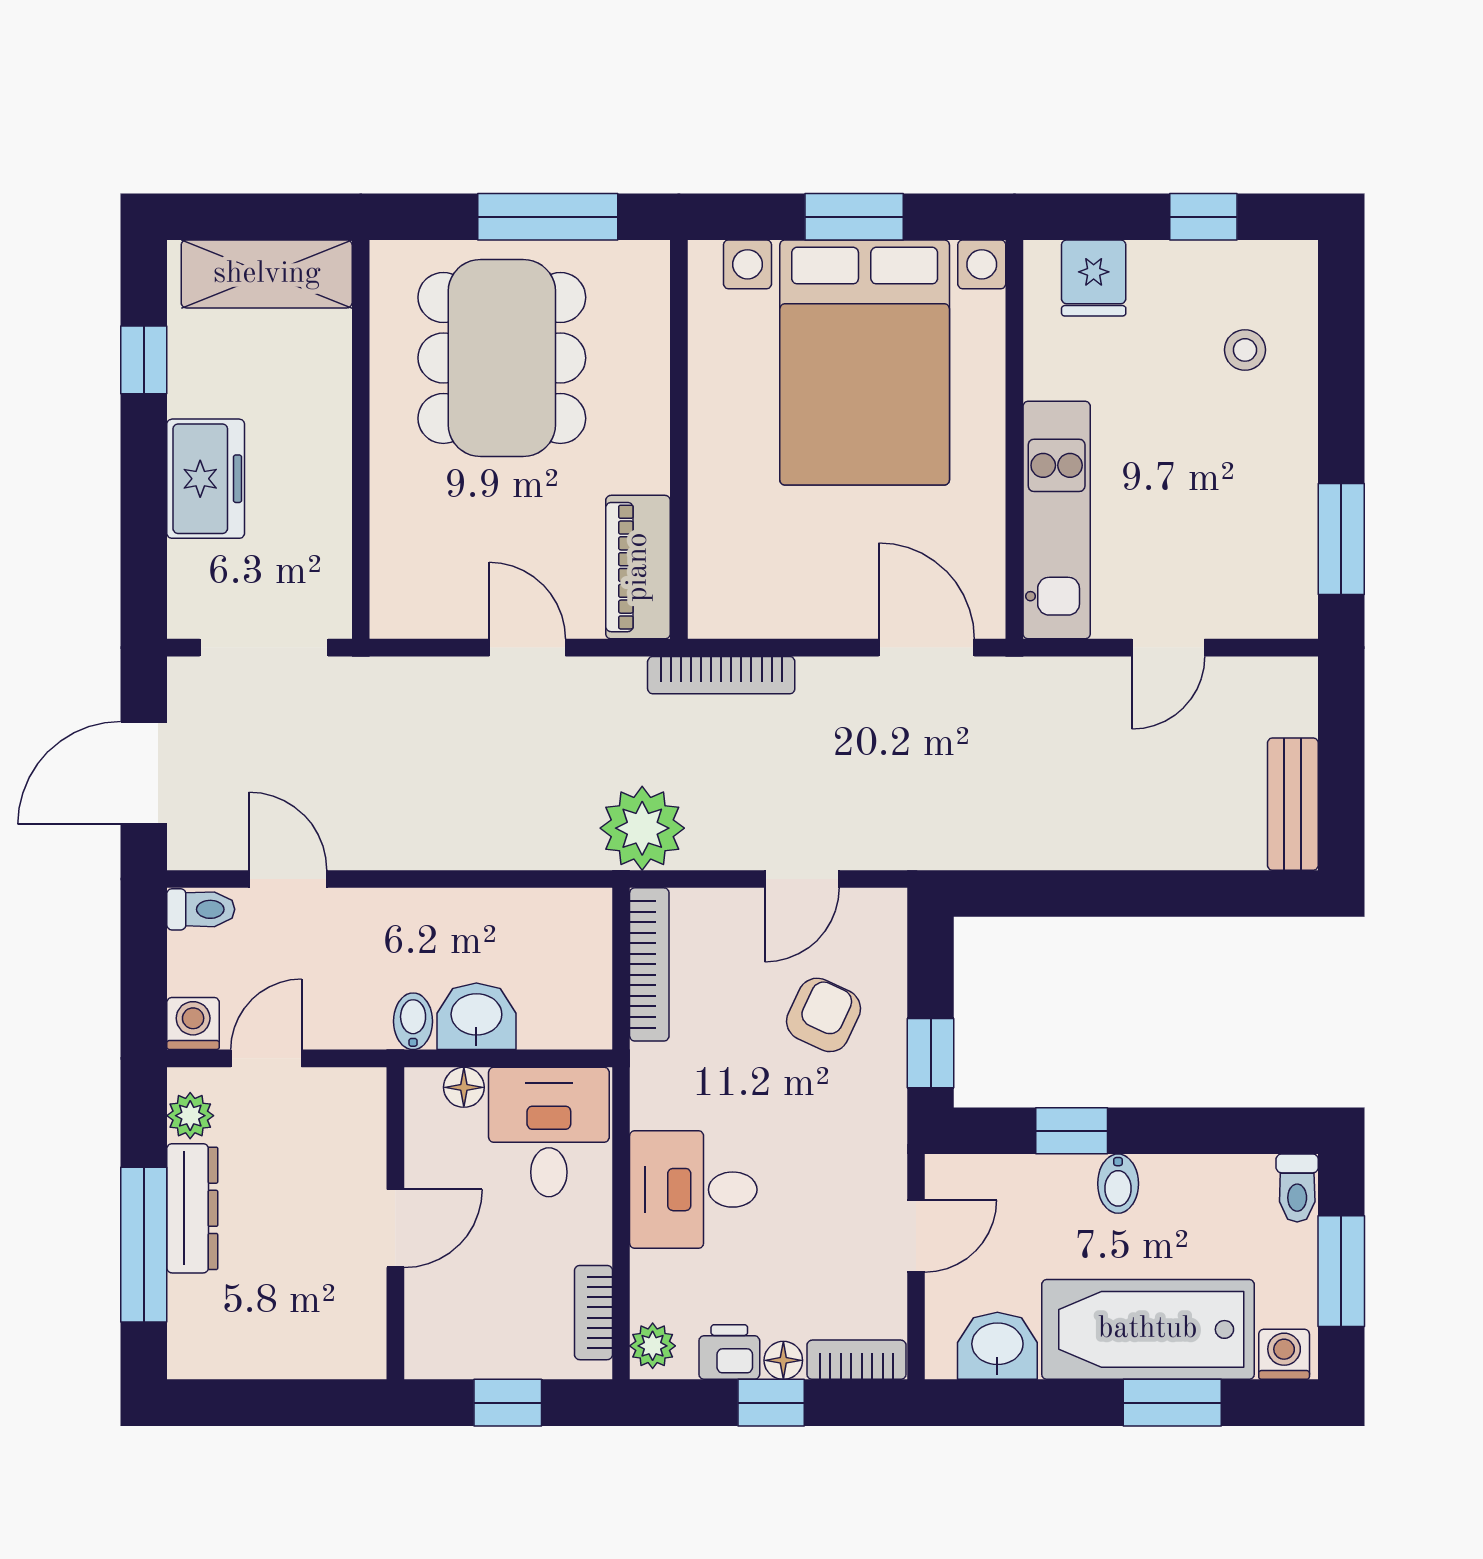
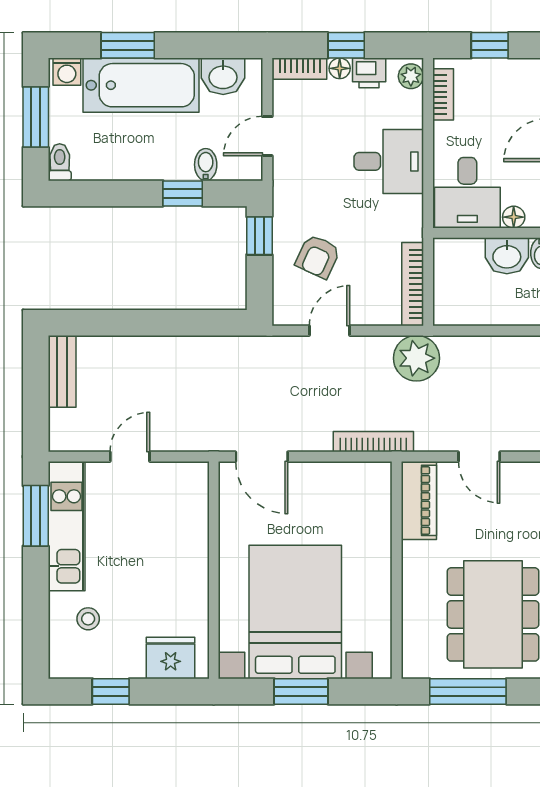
fridge: (1094, 278) -> (171, 658), width x1.38
kitchen unit: (1057, 520) -> (67, 526), moved, turned 180
bidet: (1118, 1184) -> (206, 165), moved

